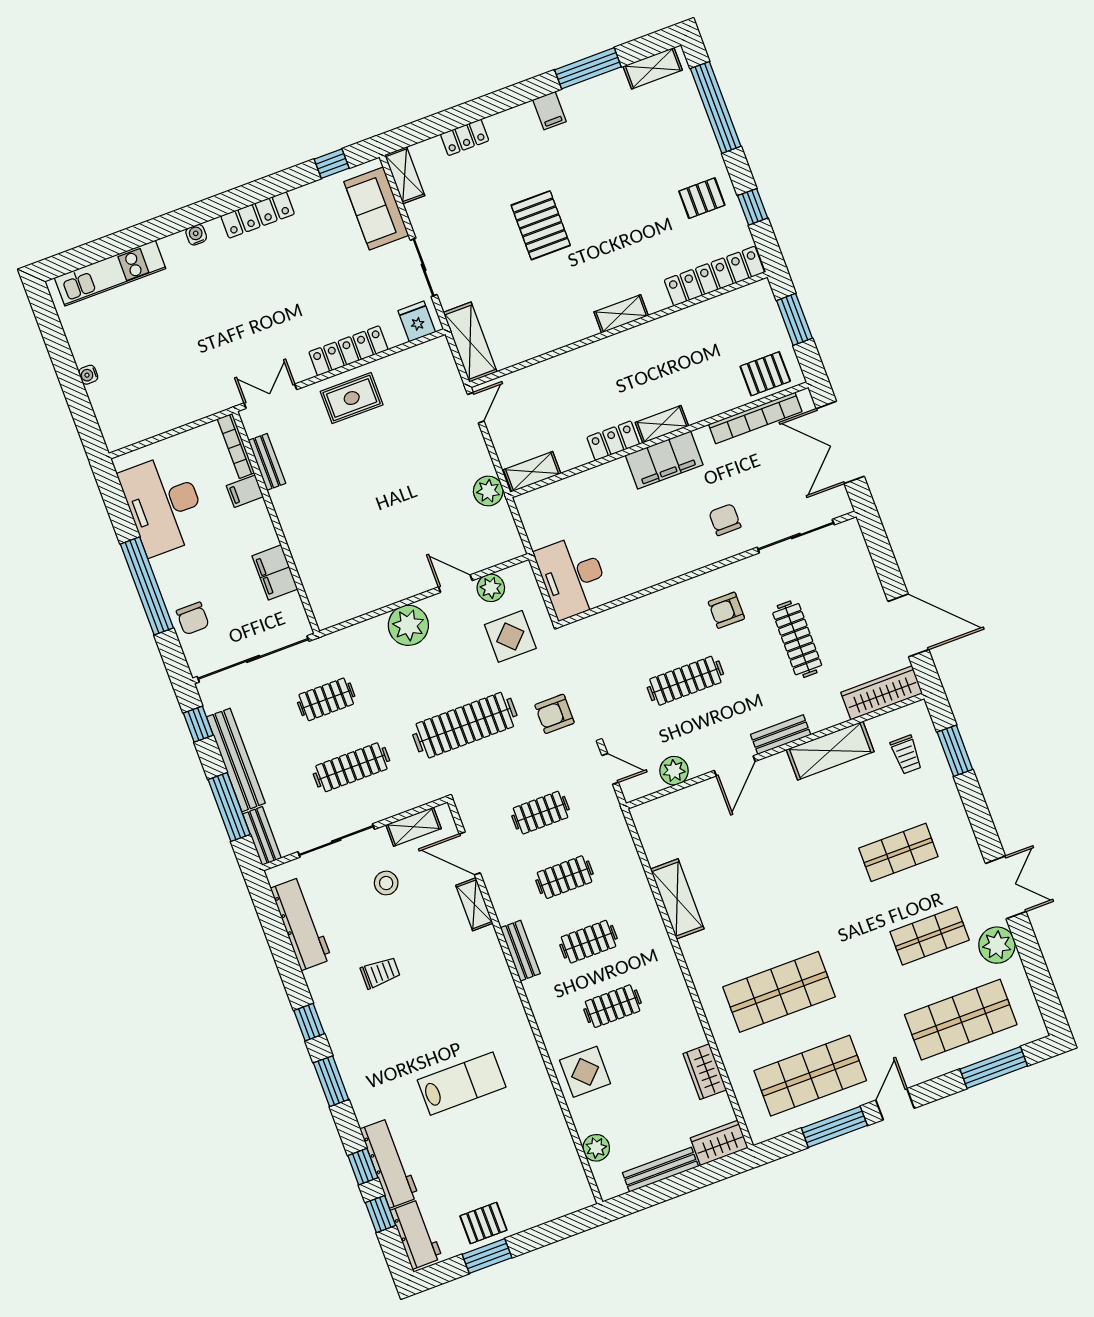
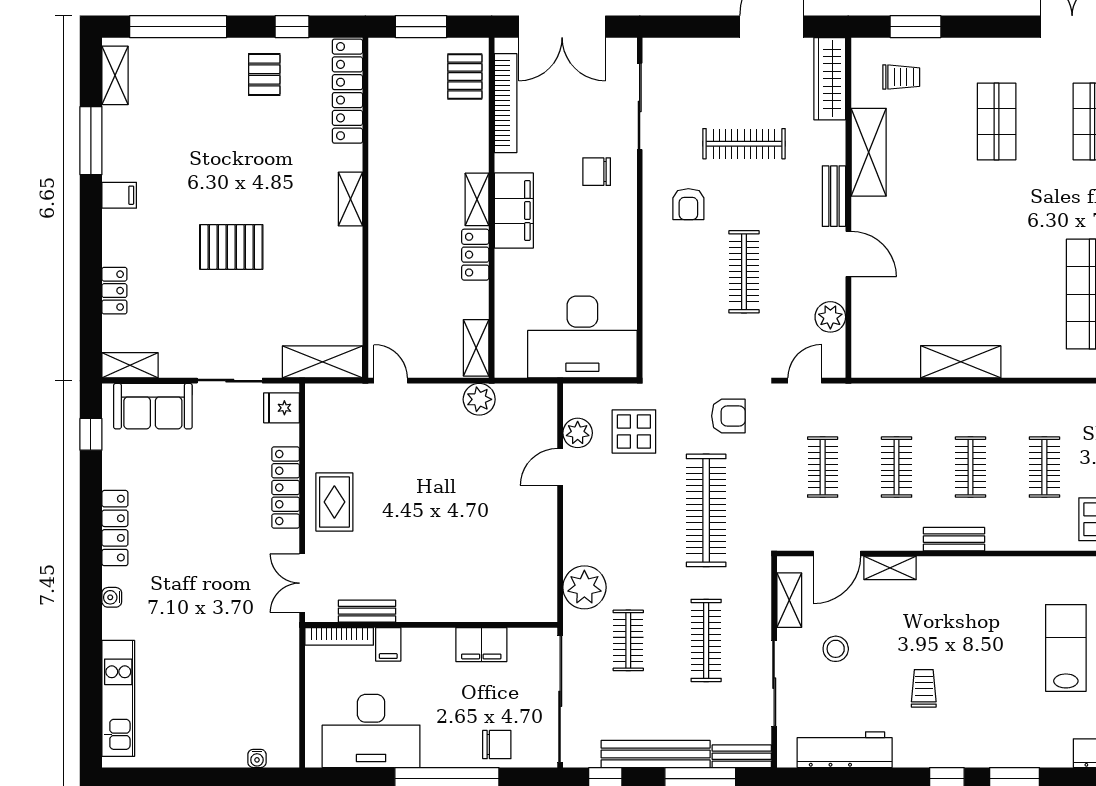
water cooler: (88, 375) -> (257, 758), moved
desk: (573, 577) -> (582, 337), width x1.36, depth x1.30
plant: (408, 625) -> (584, 587), moved
armchair: (555, 714) -> (728, 416), turned -90

